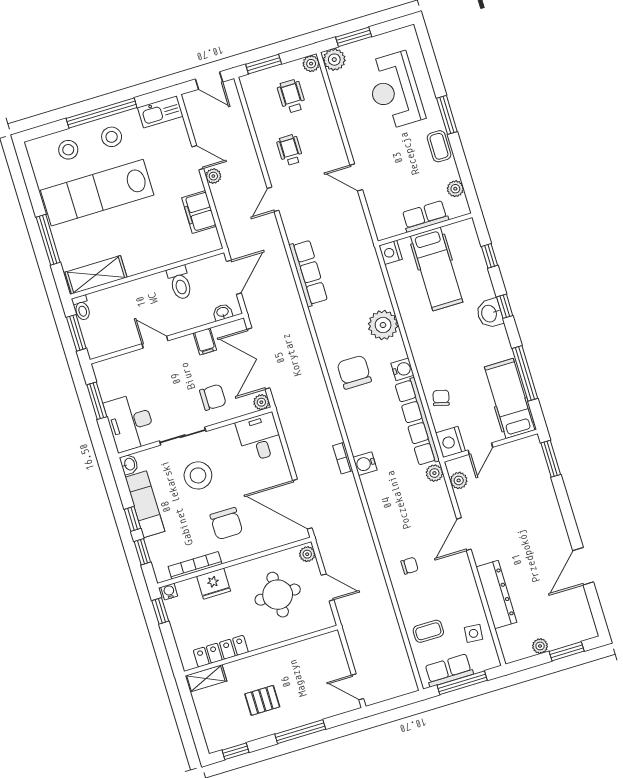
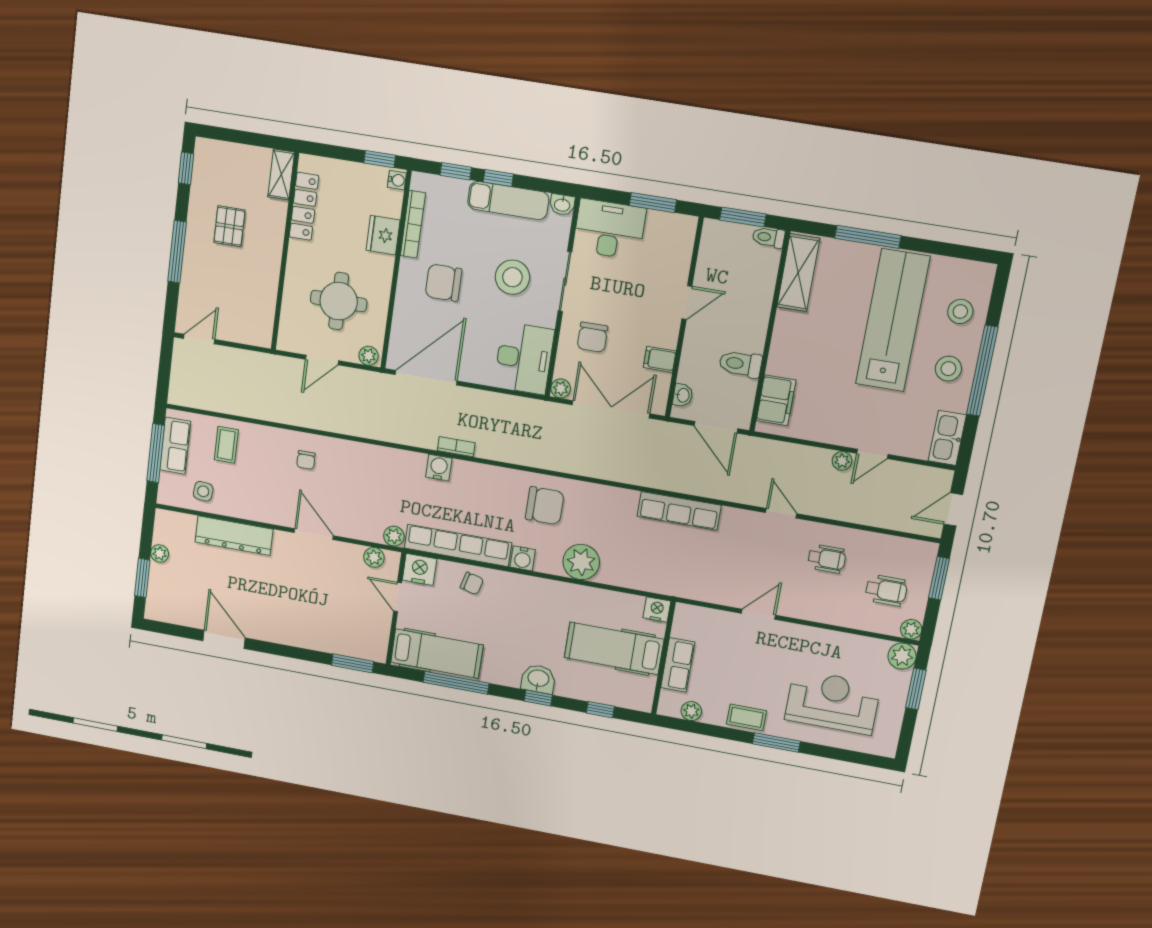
filing cabinet: (199, 212) -> (776, 400), moved, turned 90
desk: (260, 437) -> (524, 358), width x1.37

